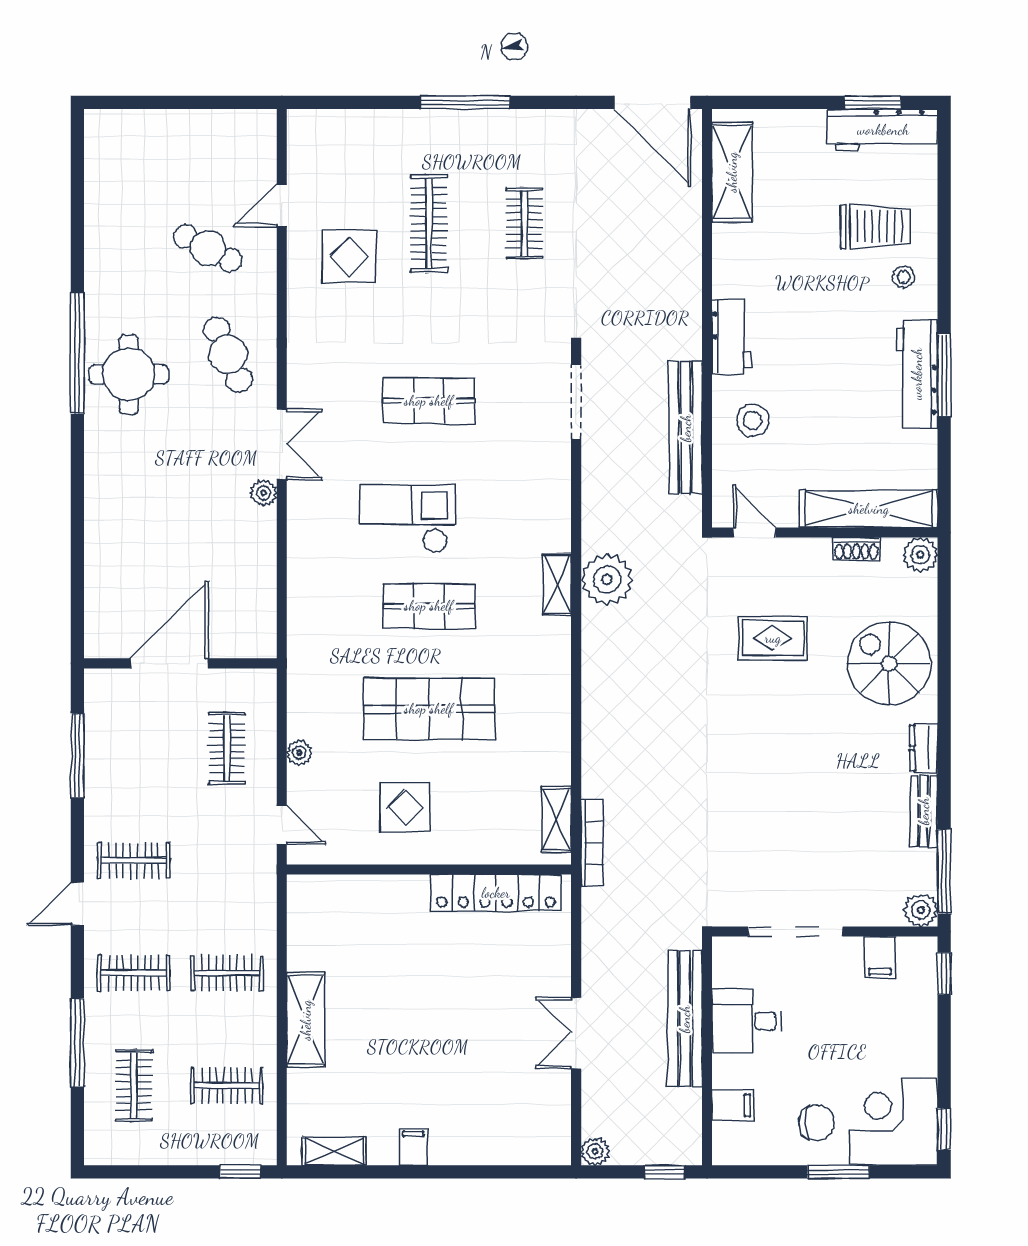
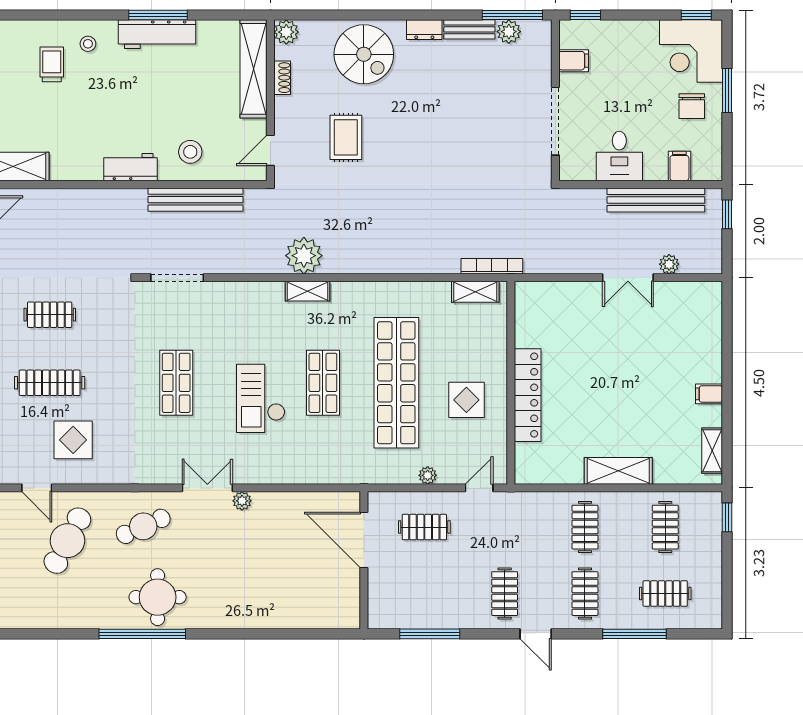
trolley: (875, 226) -> (52, 64), width x0.73, depth x0.72
cafe table: (208, 248) -> (67, 541), width x1.37, depth x1.35
door: (169, 663) -> (364, 540), moved
spiral stairs: (889, 663) -> (364, 54), turned -90
shop shelf: (429, 709) -> (396, 383), width x1.40
locker: (496, 893) -> (528, 395), moved
plant: (921, 910) -> (509, 32), moved
bench: (685, 1019) -> (656, 200), moved
chair: (816, 1123) -> (692, 106), turned 180
plant: (595, 1151) -> (669, 264), moved

